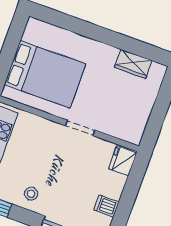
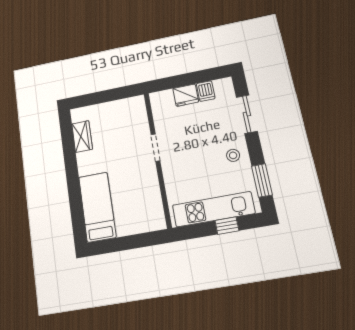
bed: (45, 74) -> (97, 207), moved, width x0.67
fridge: (123, 161) -> (186, 95), moved

